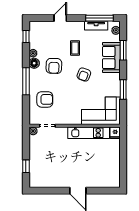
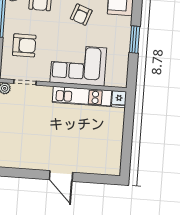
corner sofa: (101, 111) -> (78, 65), moved

